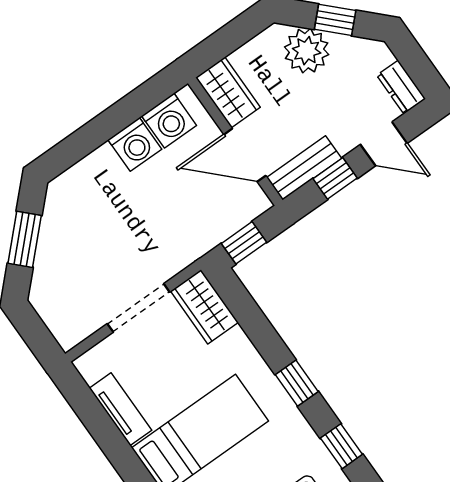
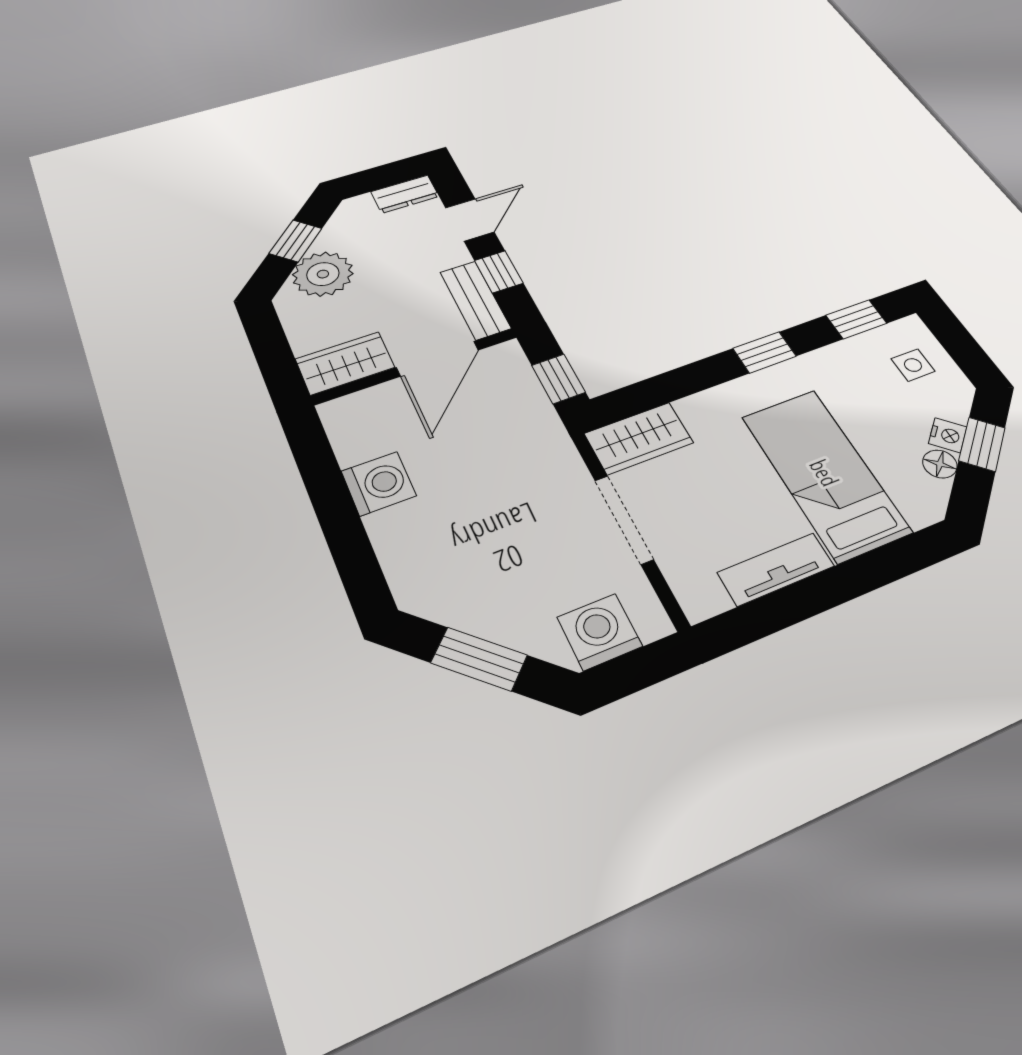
washing machine: (169, 121) -> (600, 632), moved, turned -90

